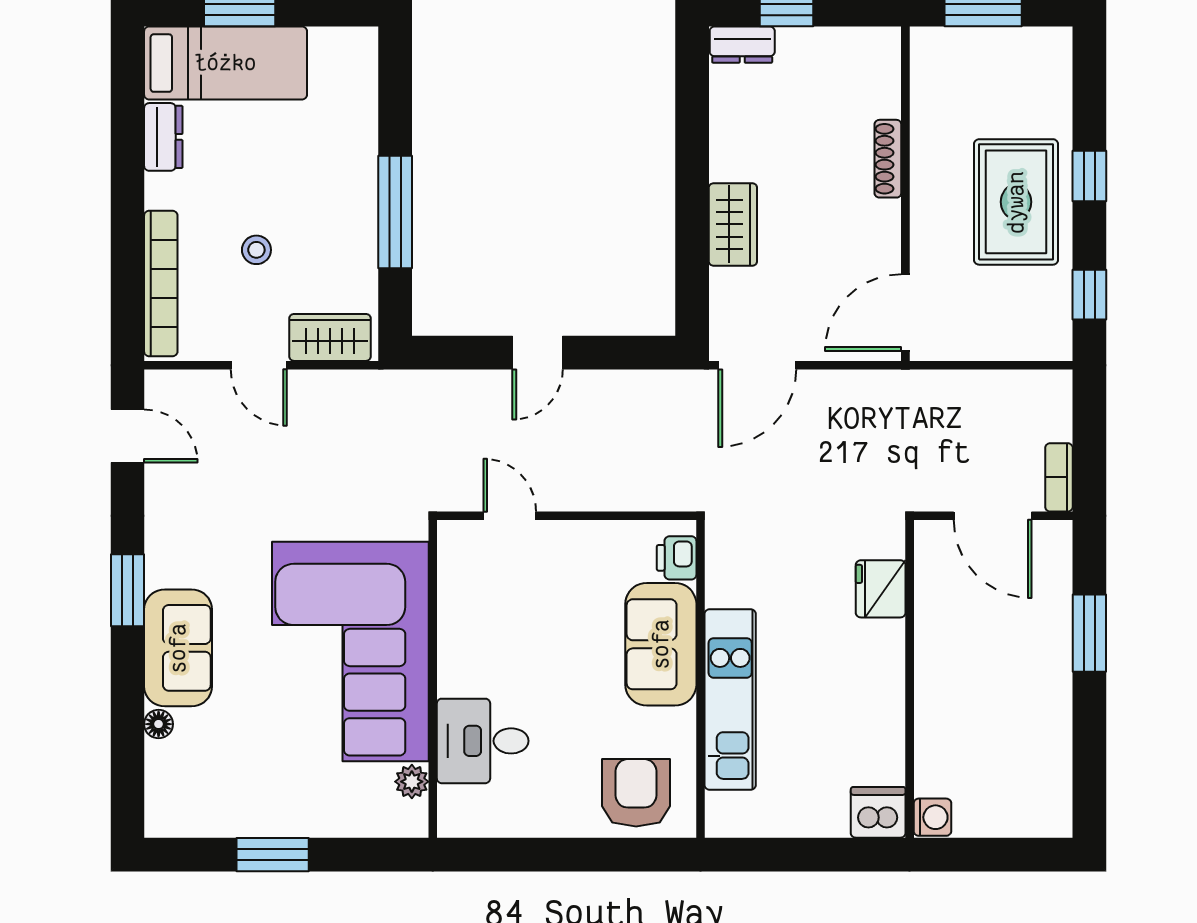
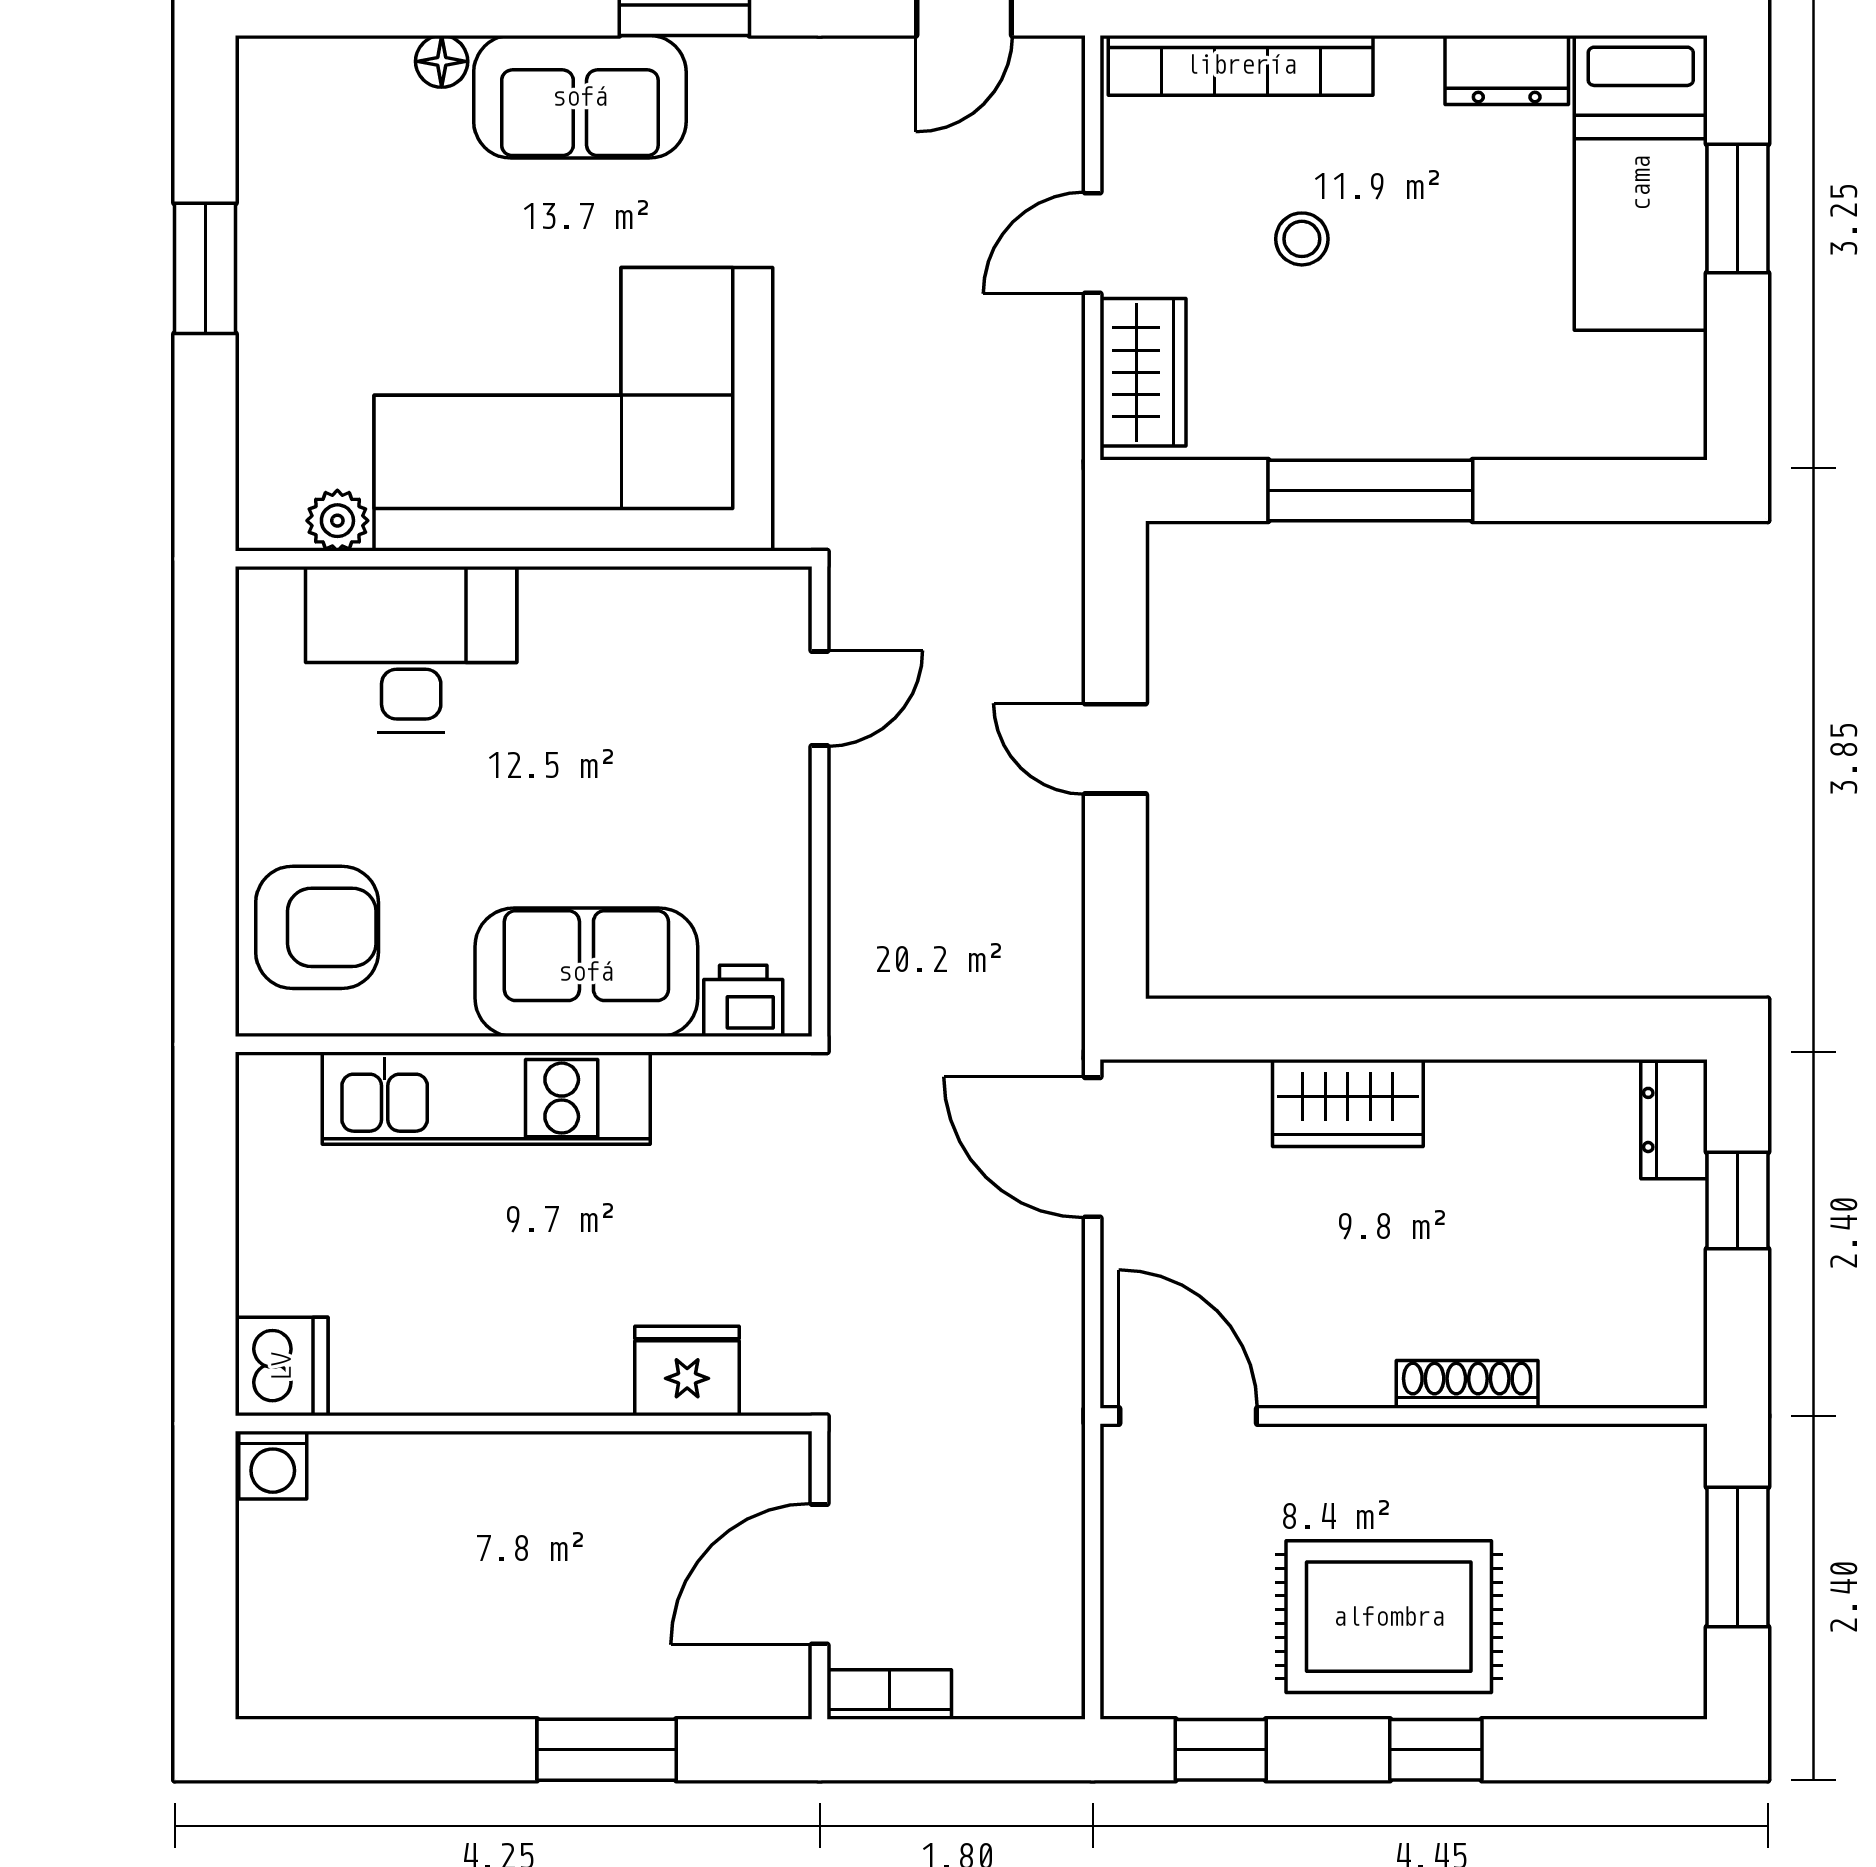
desk: (483, 741) -> (411, 649), width x1.37

